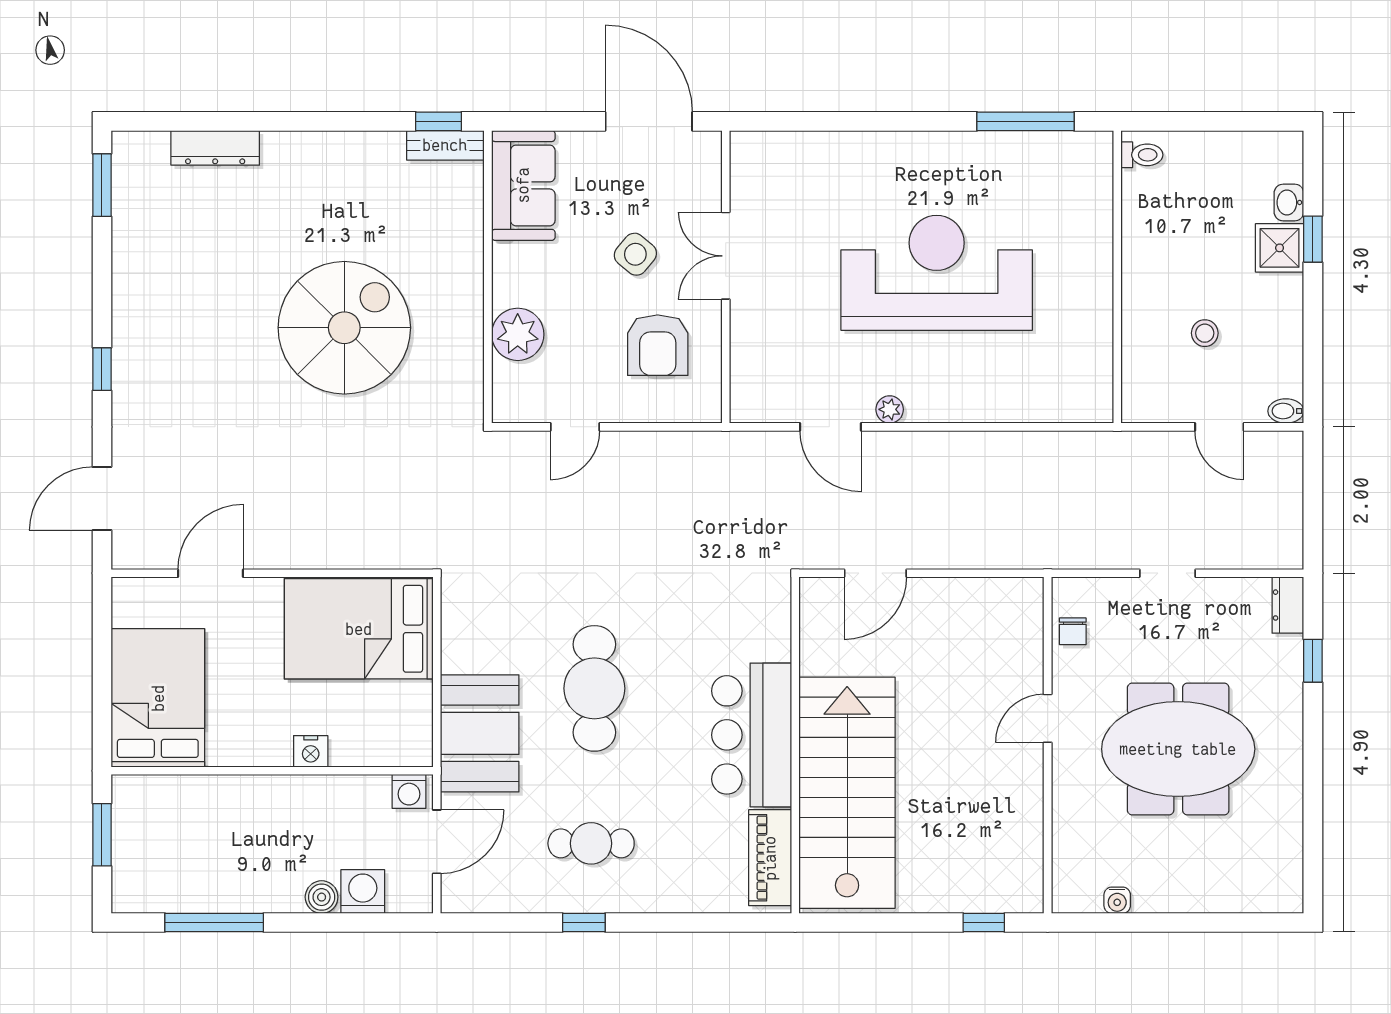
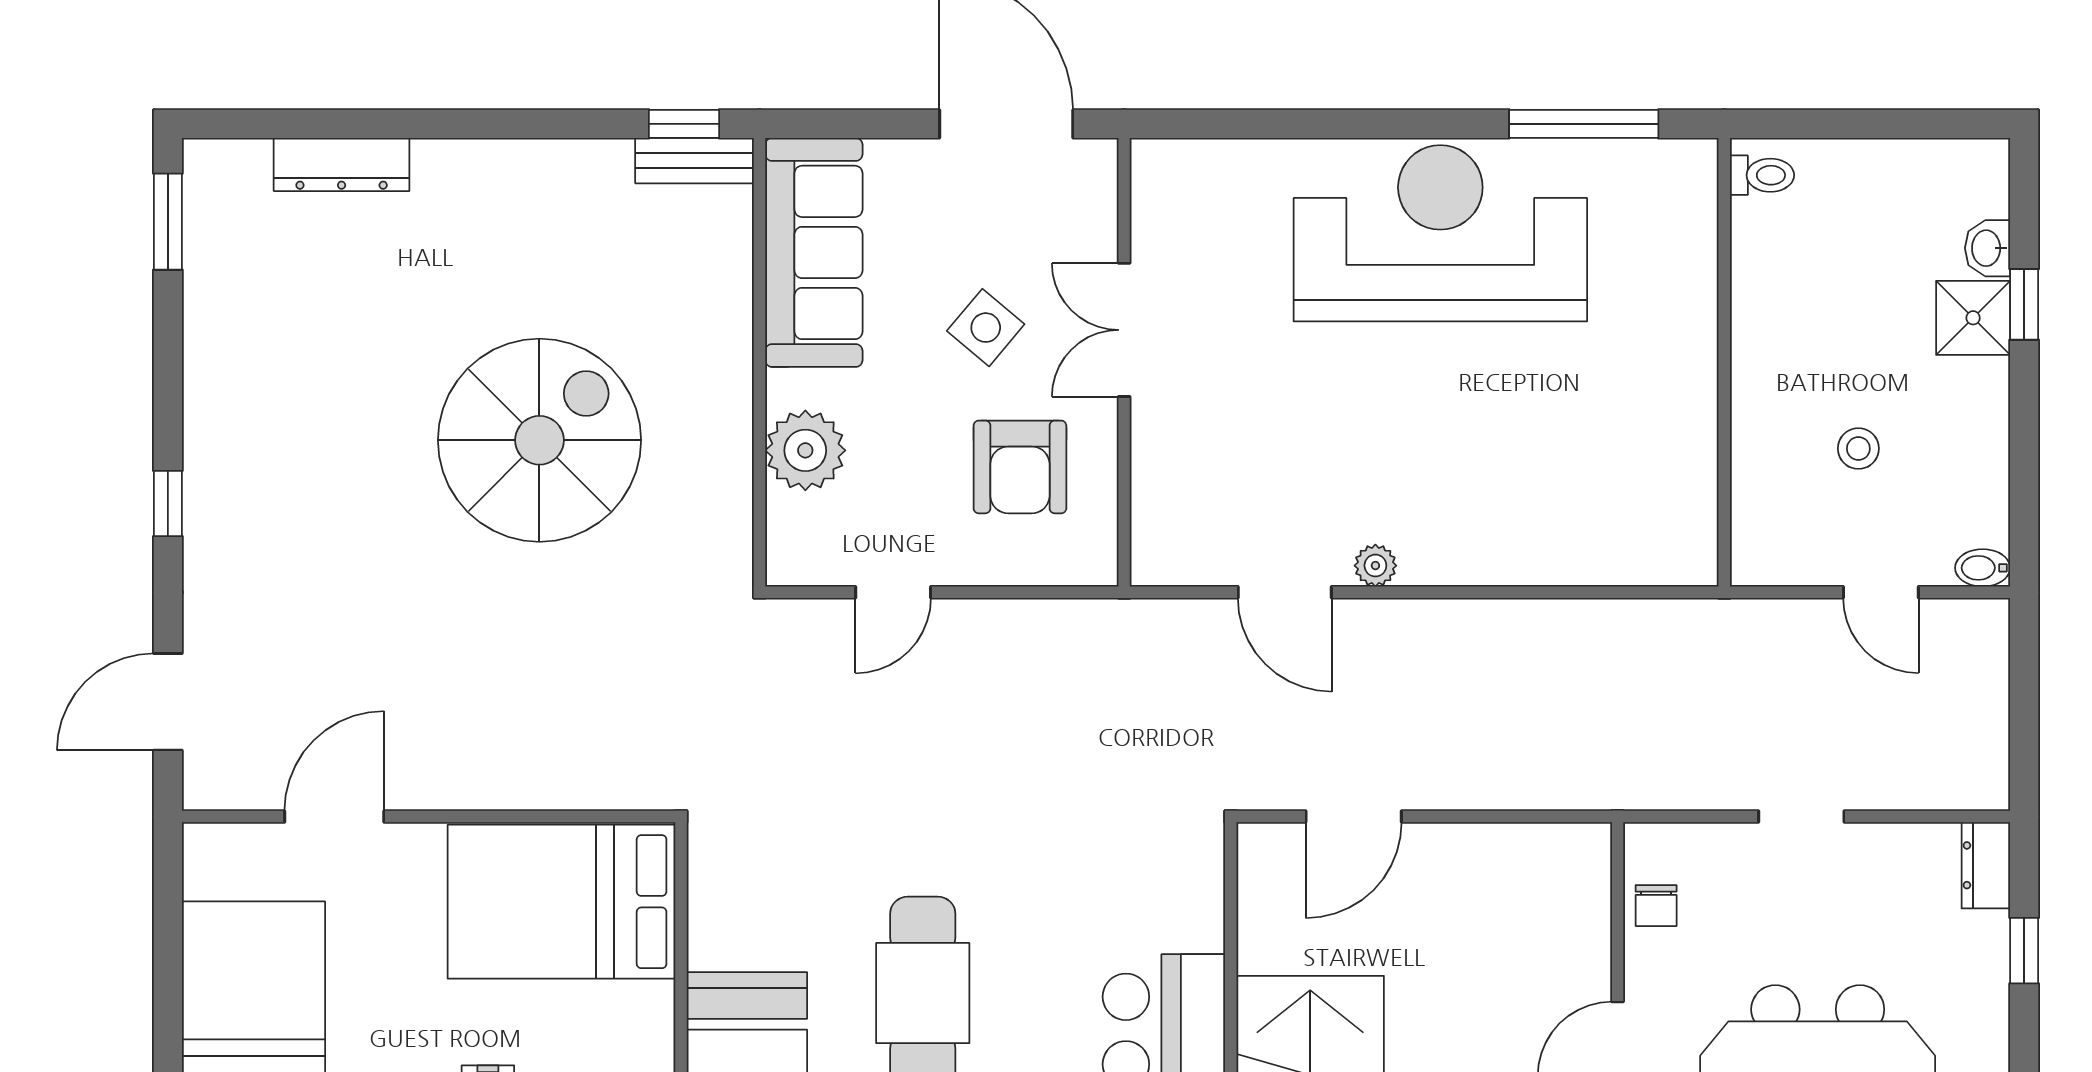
sofa: (523, 185) -> (814, 252), width x1.36
reception desk: (937, 273) -> (1440, 233), moved

